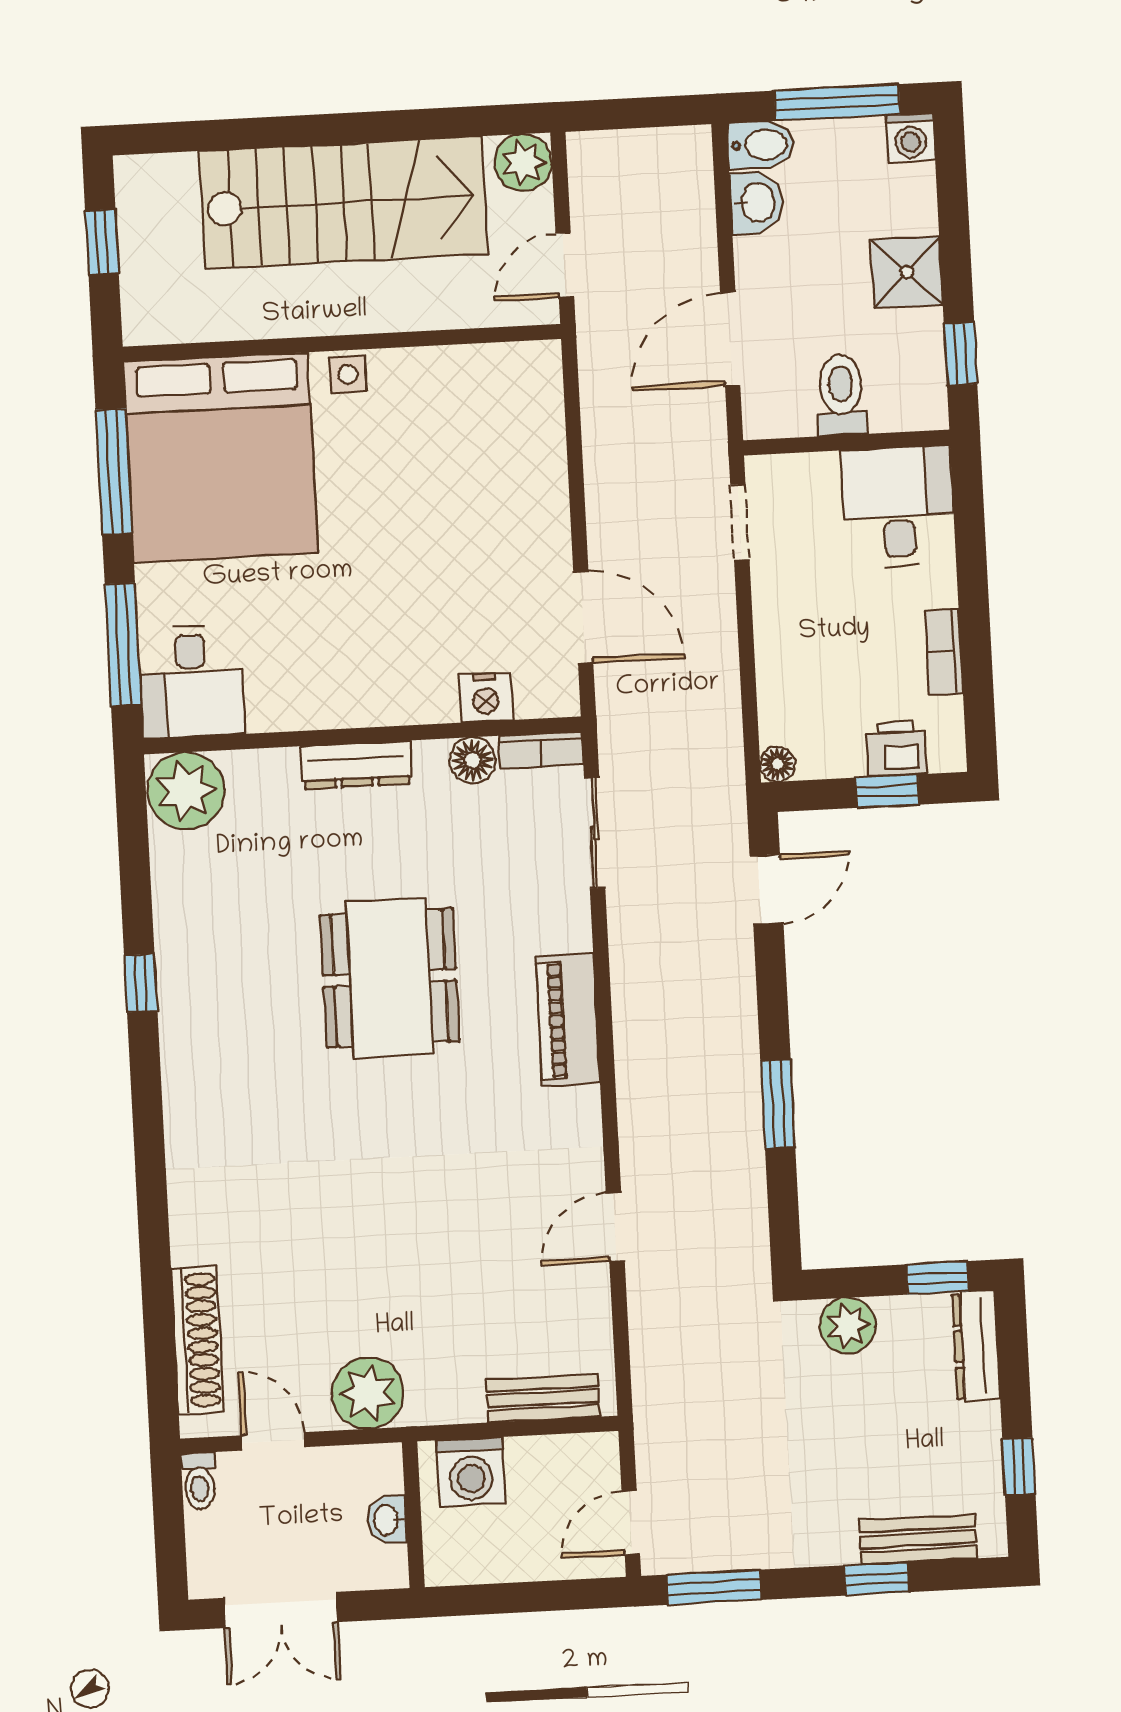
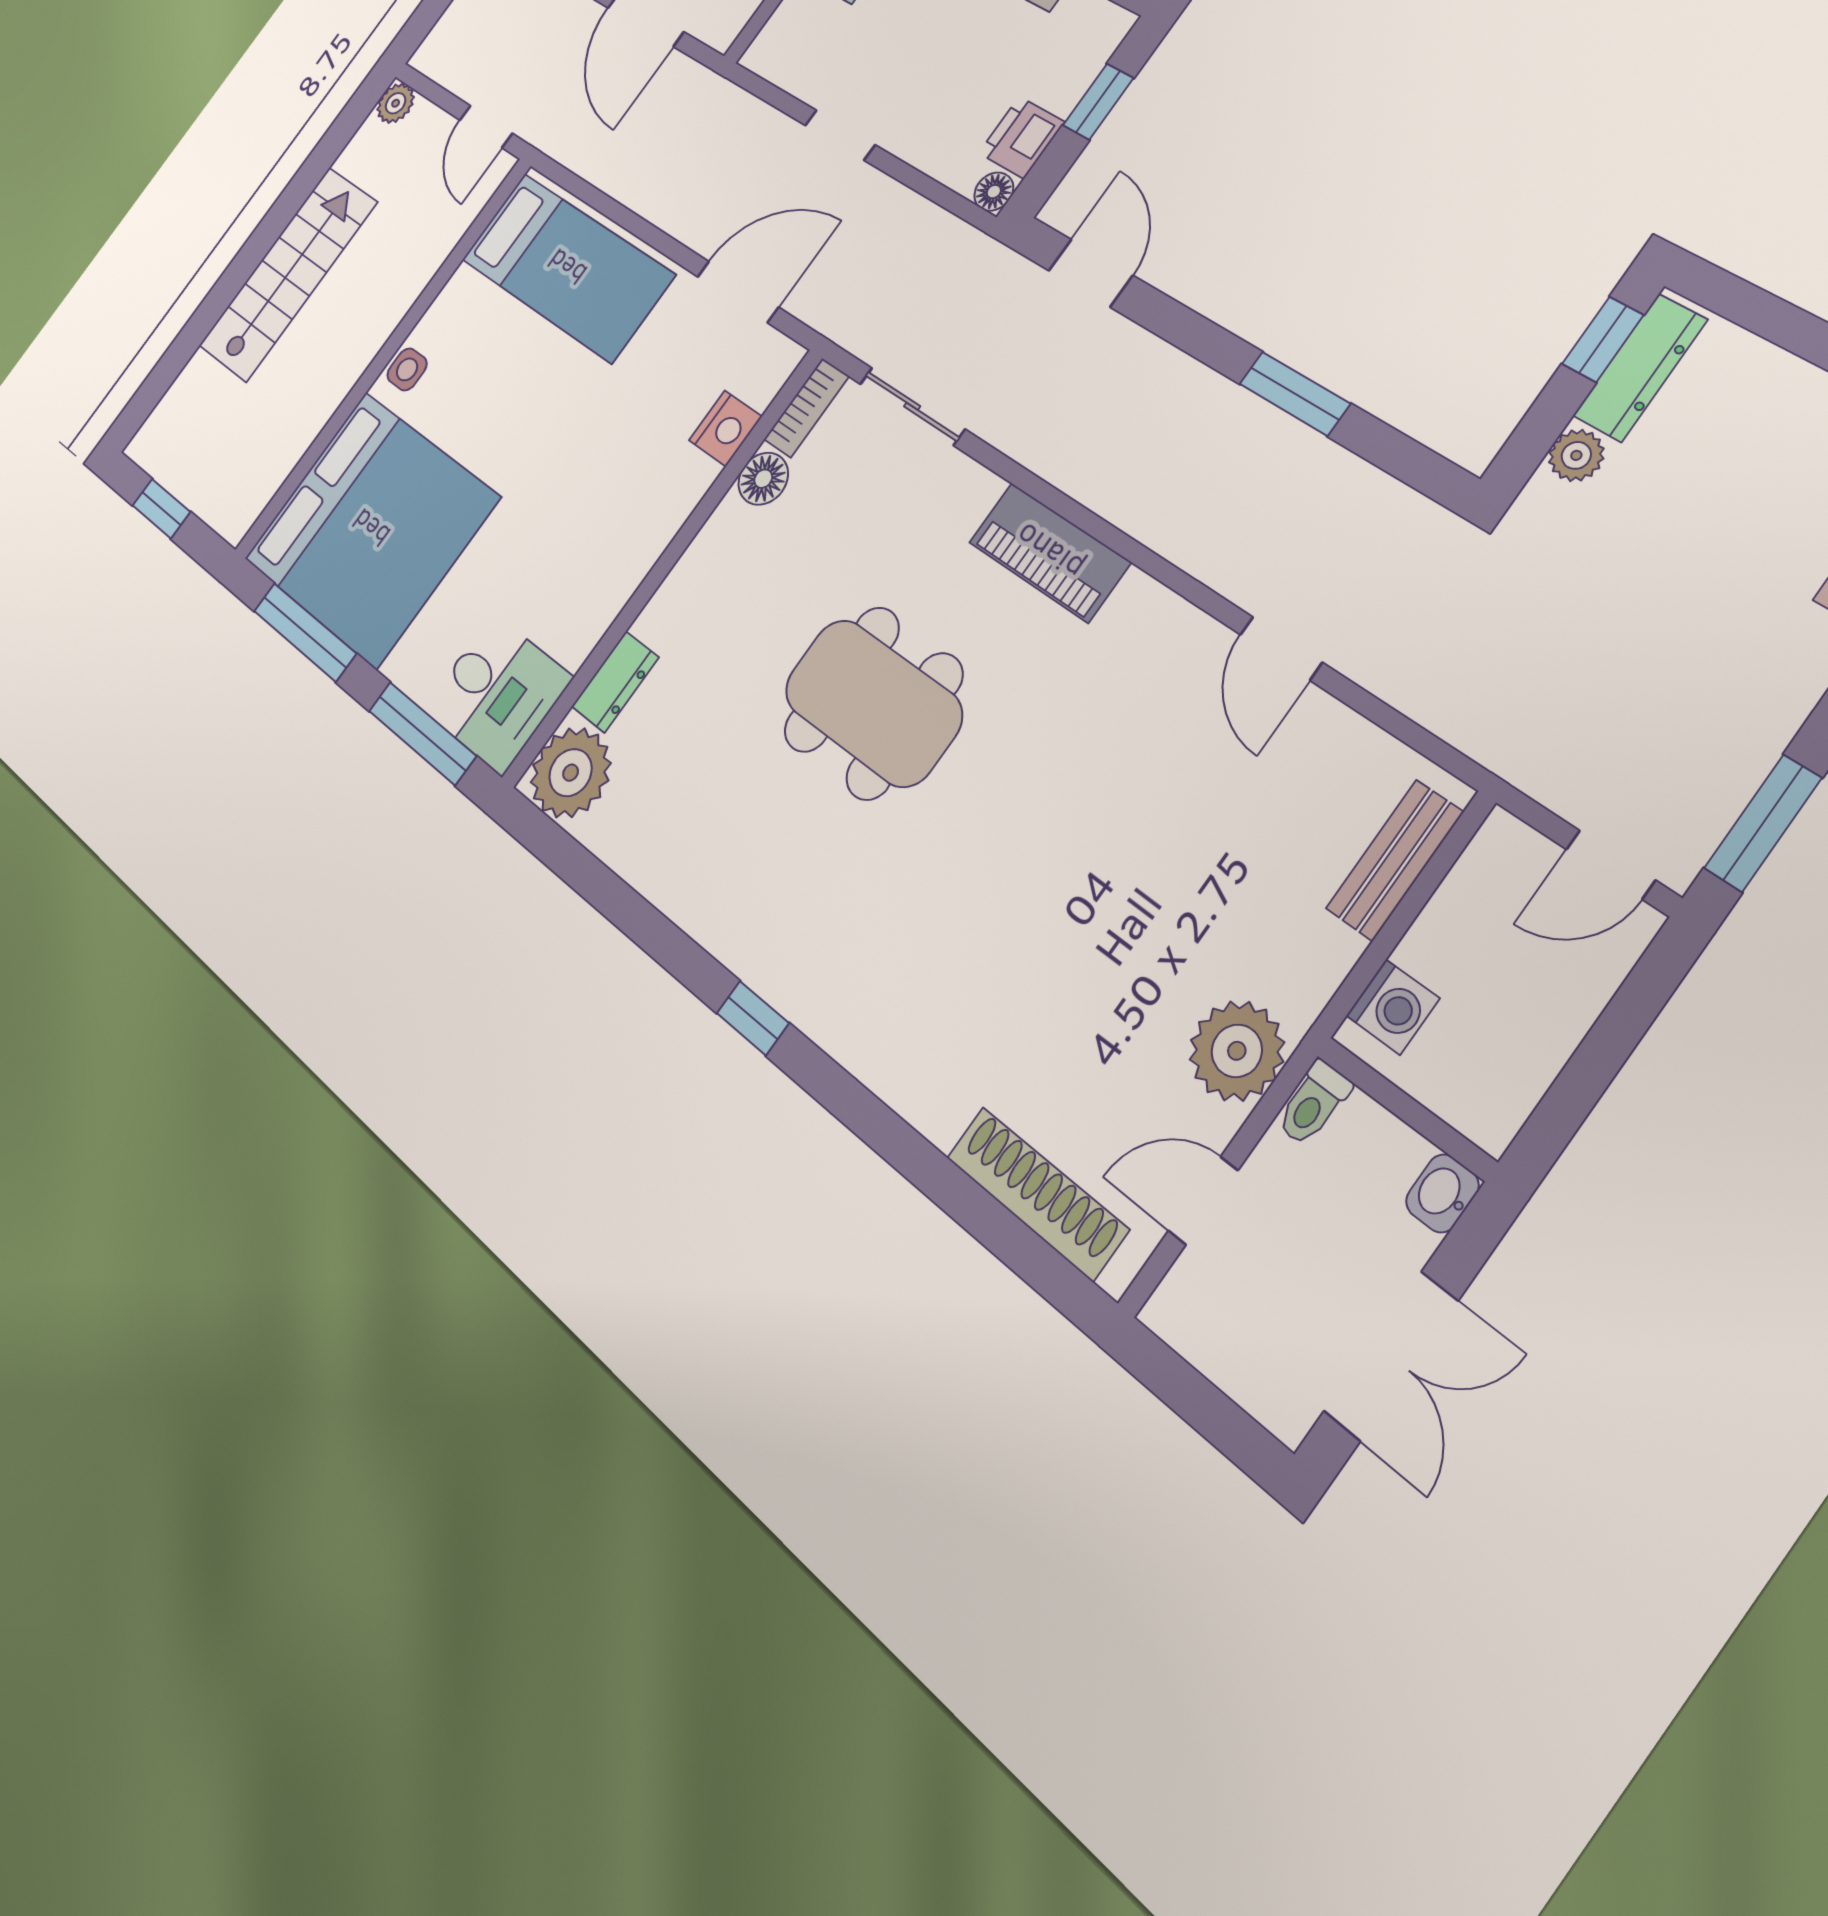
plant: (523, 163) -> (396, 103), width x0.73, depth x0.73
stairs: (343, 202) -> (288, 274), width x0.73, depth x0.66
bed: (510, 448) -> (567, 267), added
doorway: (740, 522) -> (840, 135), moved
printer: (896, 749) -> (1022, 138), moved
dresser: (356, 765) -> (615, 682), moved, width x0.70
window: (141, 983) -> (753, 1018), moved
plant: (848, 1326) -> (1576, 455), width x0.73, depth x0.73
dresser: (976, 1346) -> (1640, 368), moved, turned -90
washing machine: (471, 1472) -> (1393, 1007), width x0.73, depth x0.73
toilet: (199, 1481) -> (1314, 1103), moved, turned 90
washbasin: (387, 1520) -> (1442, 1193), moved, turned 90
door: (631, 1523) -> (1611, 865), hinge flipped

